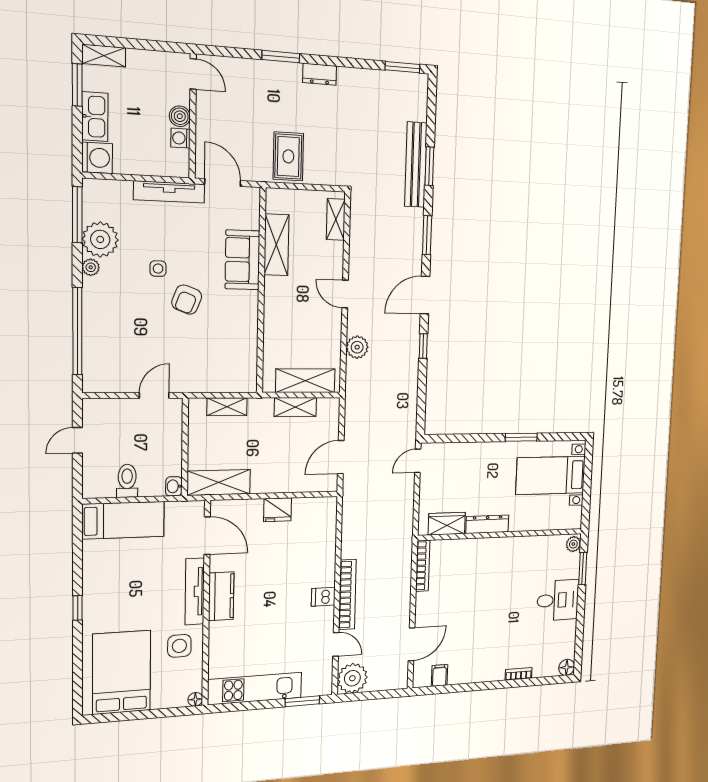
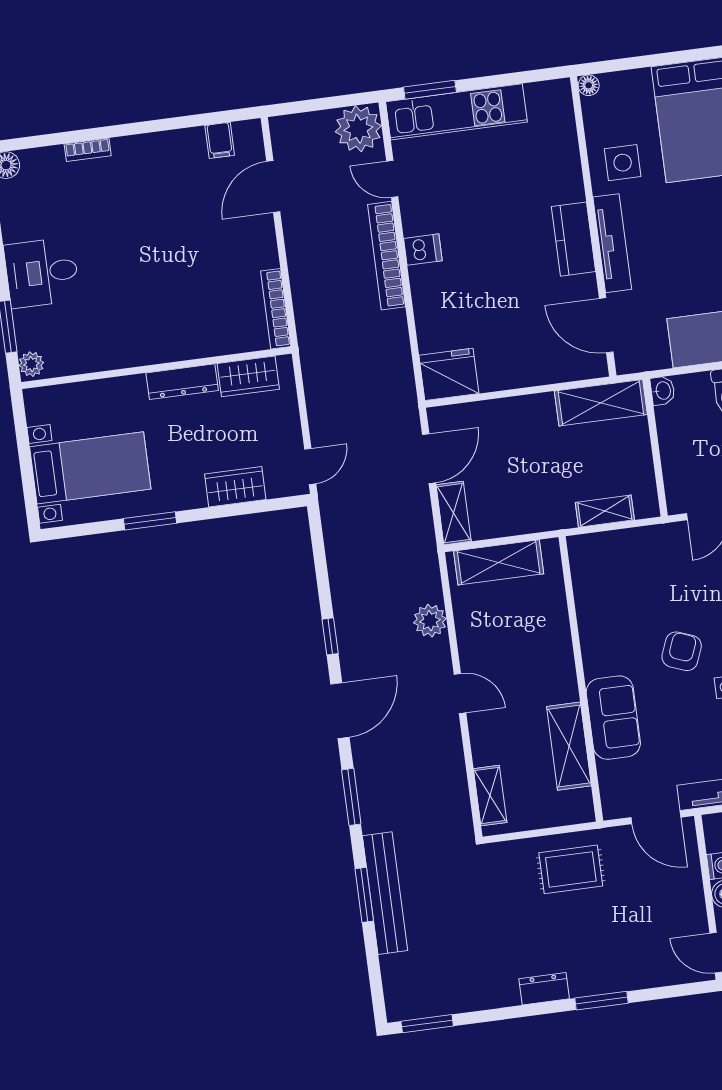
rug: (288, 156) -> (571, 869), turned 90
shelving: (295, 407) -> (454, 513), moved, turned 90
wardrobe: (466, 453) -> (235, 487), added
fridge: (278, 510) -> (449, 374), moved, width x1.36, depth x1.34
kitchen unit: (255, 689) -> (456, 112), moved

